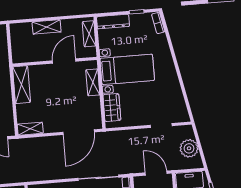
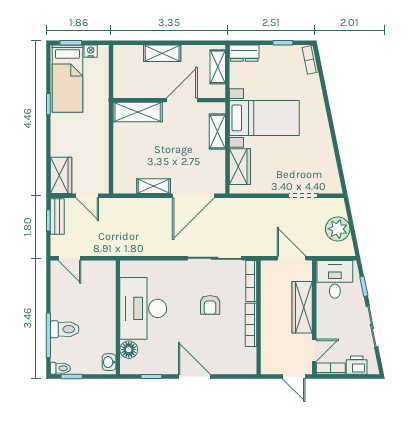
dresser: (113, 22) -> (244, 53), width x0.70
shelving: (21, 85) -> (138, 112), moved, turned 90
shelving: (30, 129) -> (154, 186), moved

